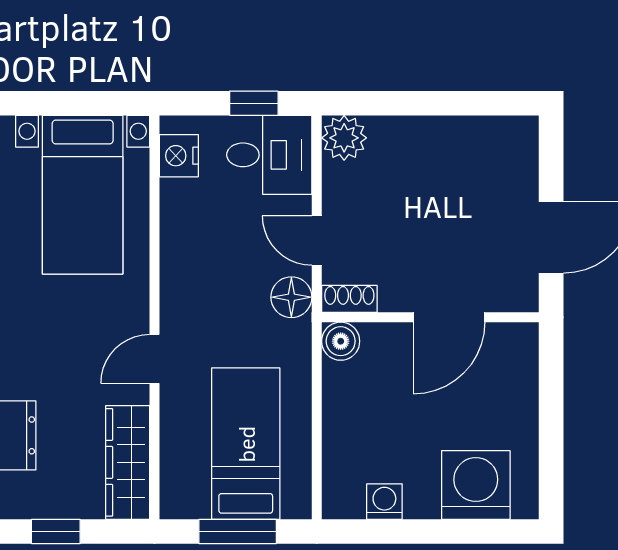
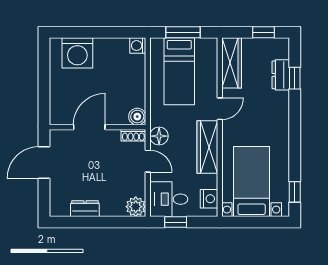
dresser: (459, 133) -> (85, 209), added
wardrobe: (182, 273) -> (207, 147), added
washing machine: (384, 502) -> (138, 46), moved, turned 90

